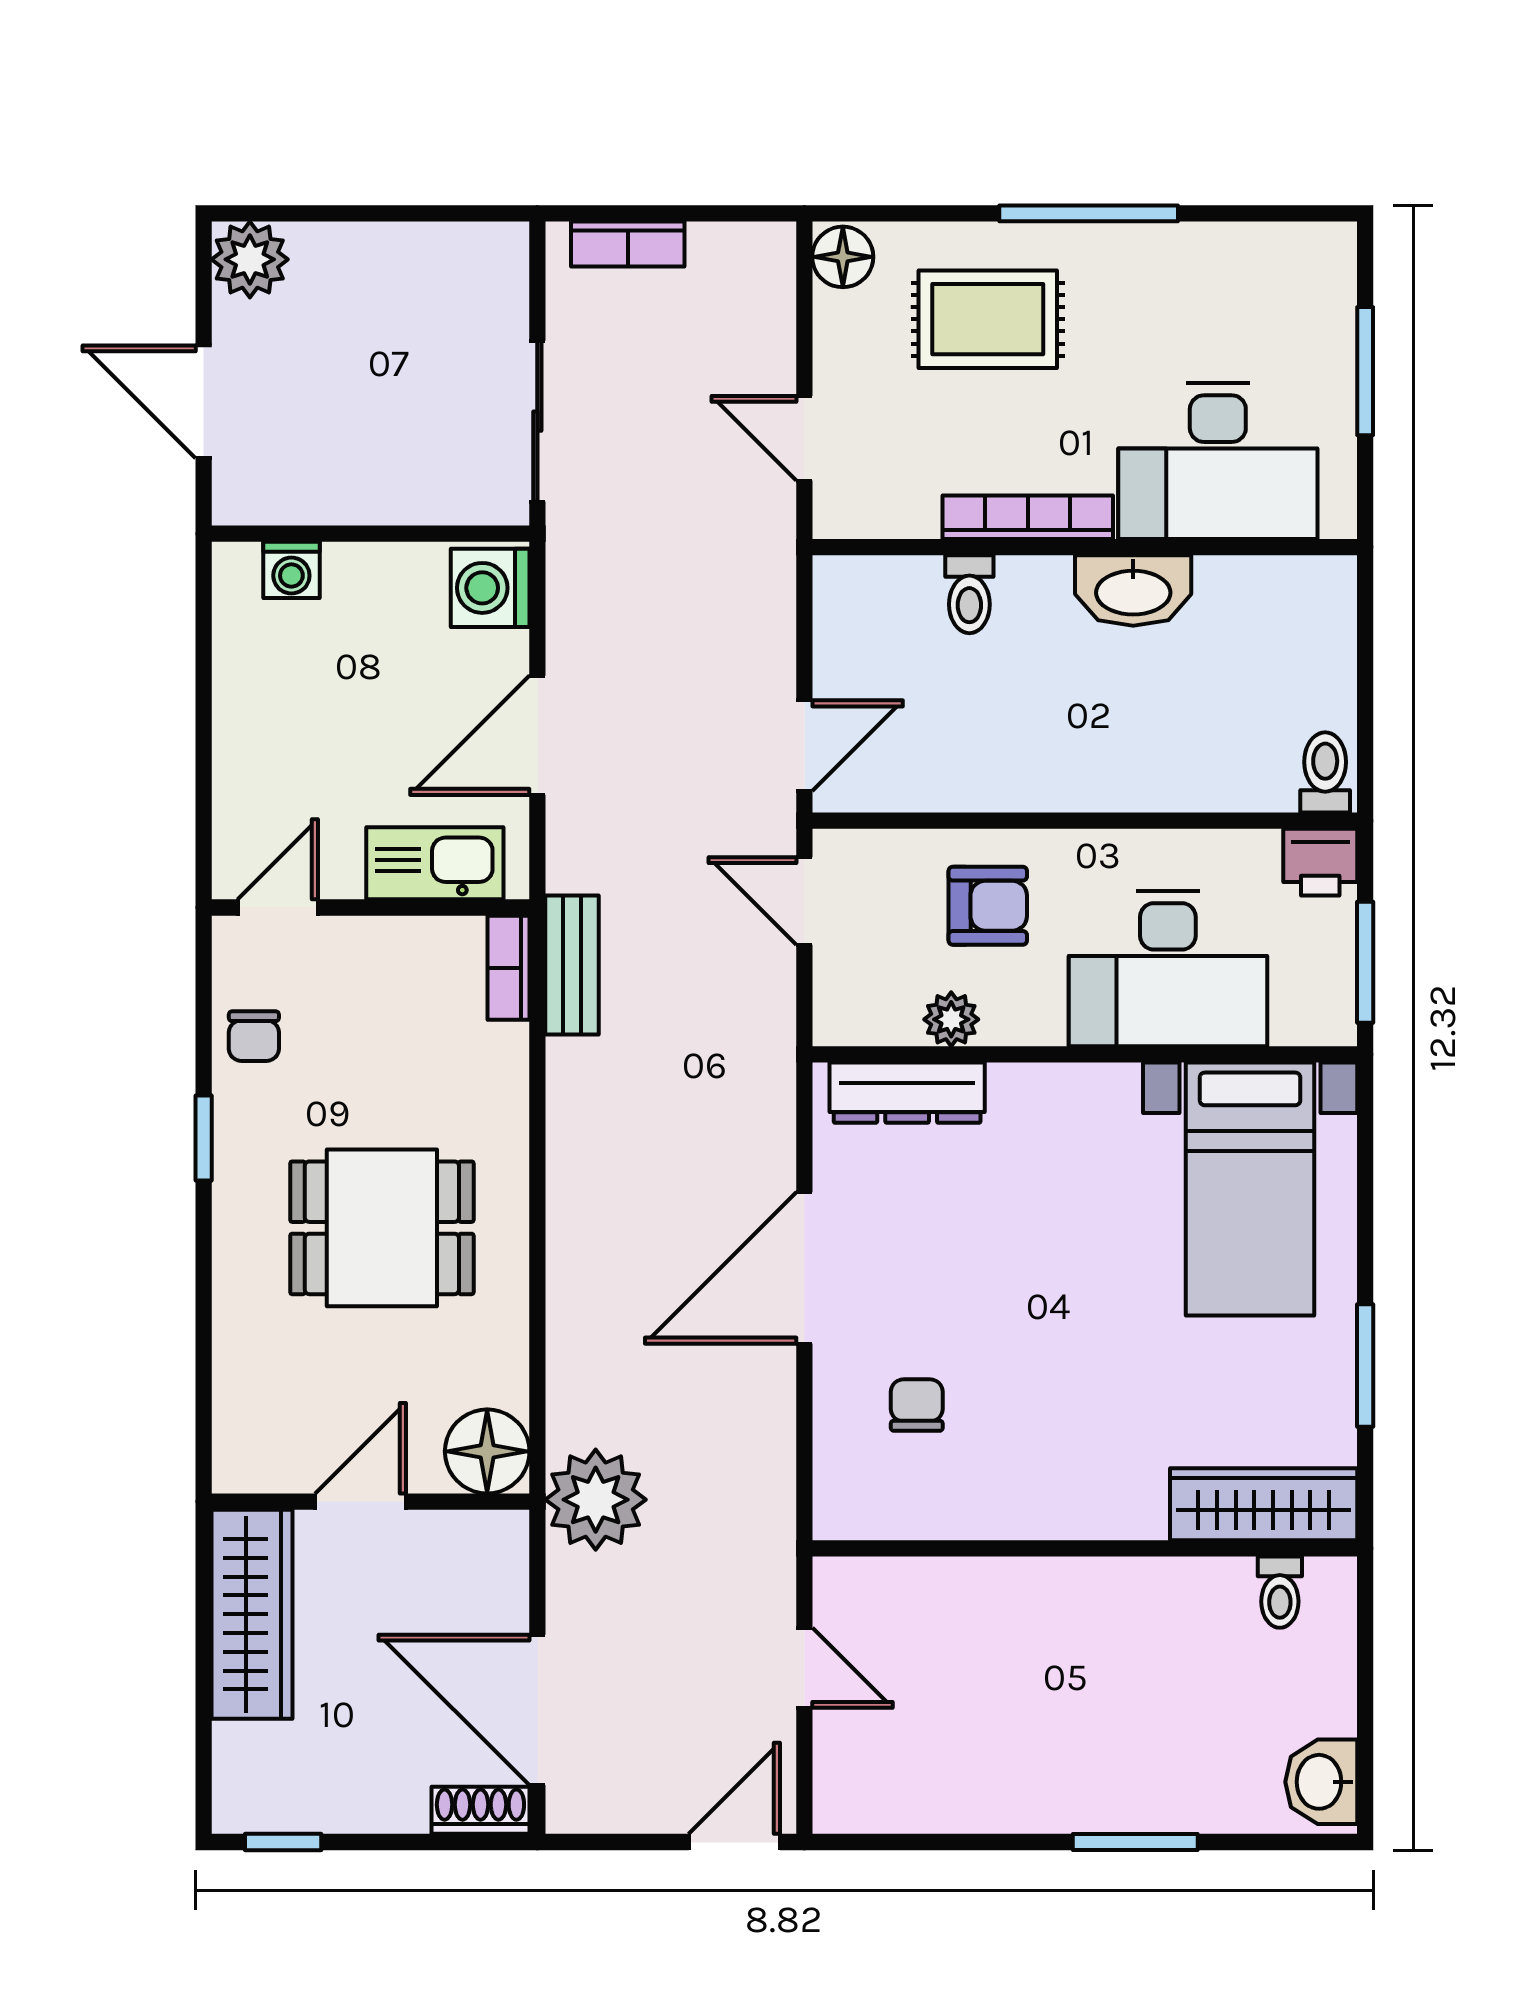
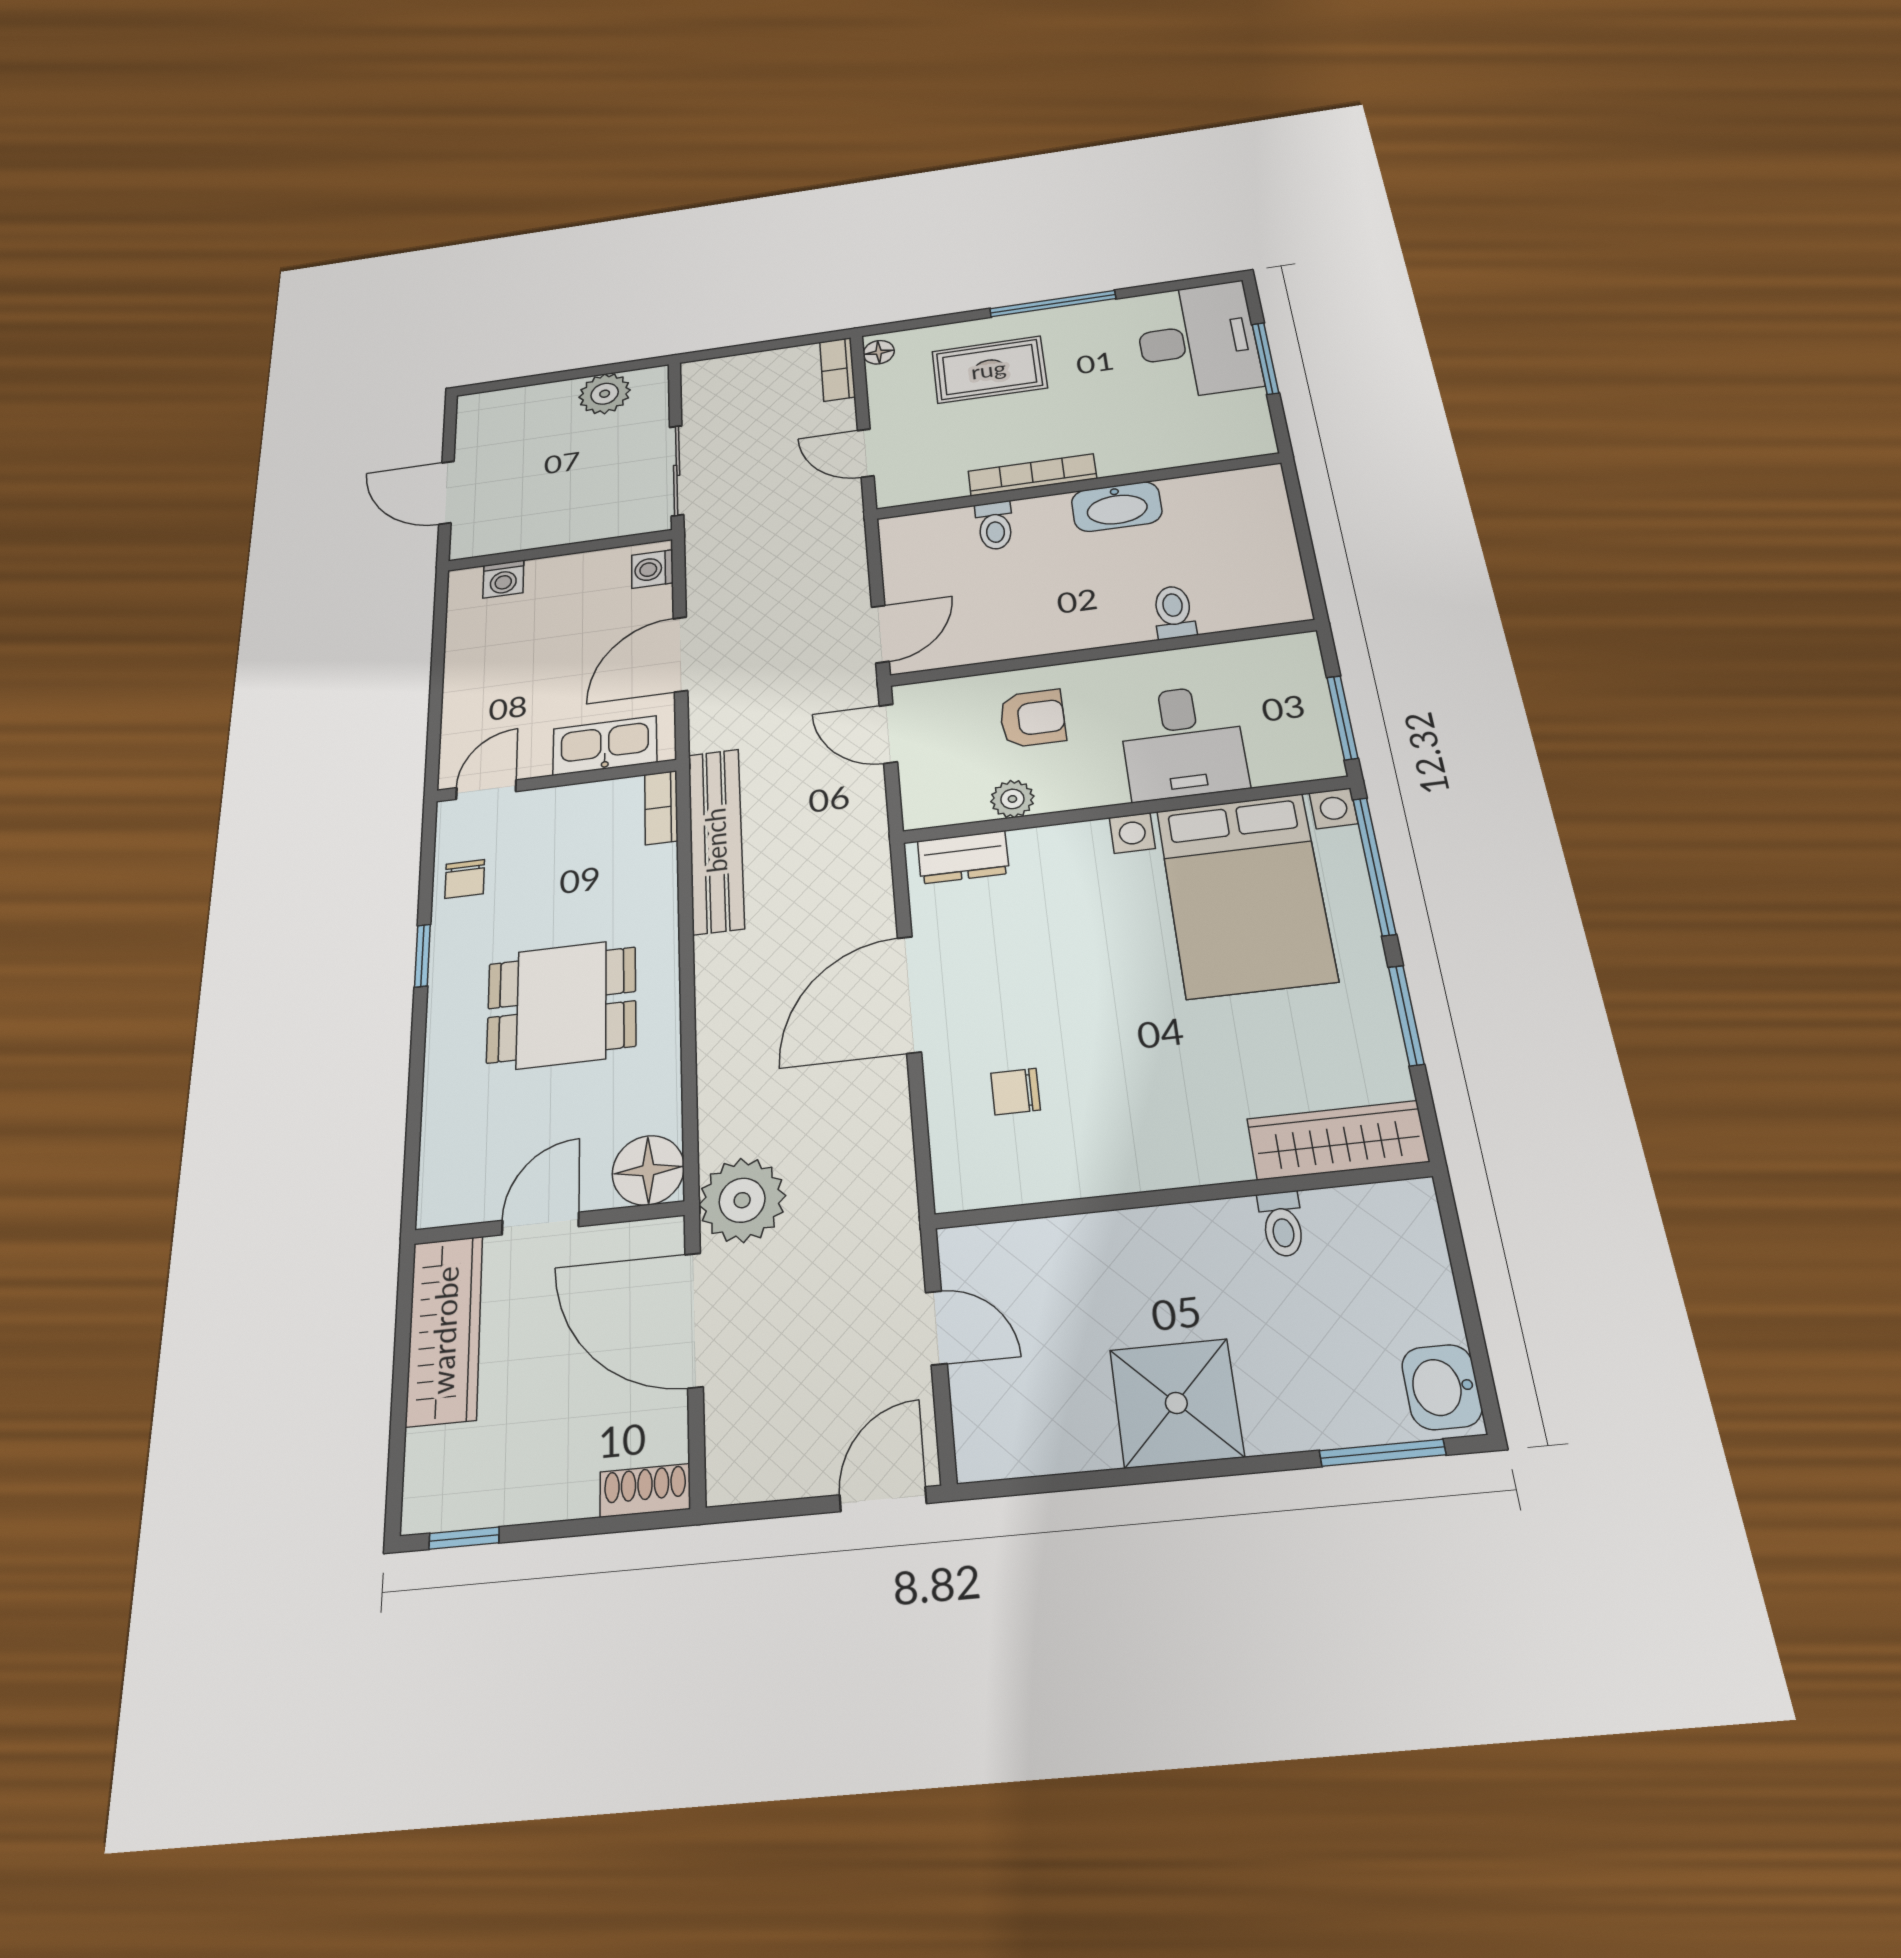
bookcase: (628, 244) -> (837, 369), moved, turned 90
floor lamp: (843, 257) -> (879, 352), width x0.73, depth x0.73
plant: (250, 259) -> (605, 394), moved
desk: (1218, 461) -> (1197, 340), moved, turned -90
washing machine: (490, 588) -> (652, 569), width x0.73, depth x0.73
toilet: (1325, 772) -> (1174, 612), moved
printer: (1320, 862) -> (1292, 656), removed
bench: (572, 965) -> (716, 840), width x1.86, depth x1.21
desk: (1168, 968) -> (1182, 742), width x0.73
dresser: (907, 1093) -> (963, 857), width x0.70
window: (1365, 1172) -> (1374, 866), added
bed with nightstands: (1250, 1189) -> (1245, 894), width x1.36
chair: (917, 1405) -> (1016, 1092), turned -90
toilet: (1280, 1592) -> (1282, 1224), moved
door: (537, 1710) -> (694, 1320), moved
shower: (1049, 1772) -> (1176, 1403), added
window: (1135, 1842) -> (1382, 1453), moved

